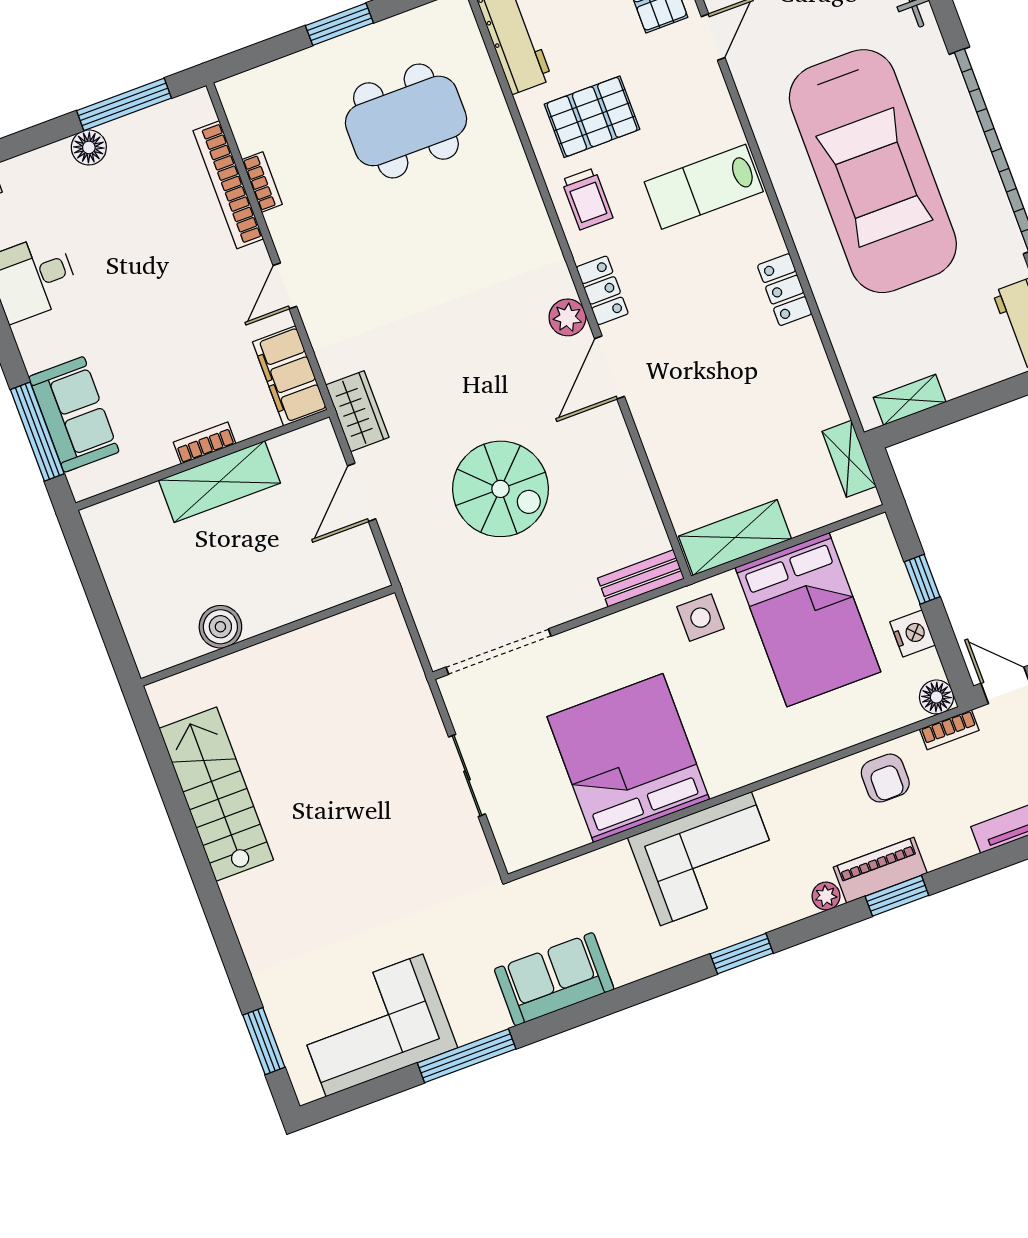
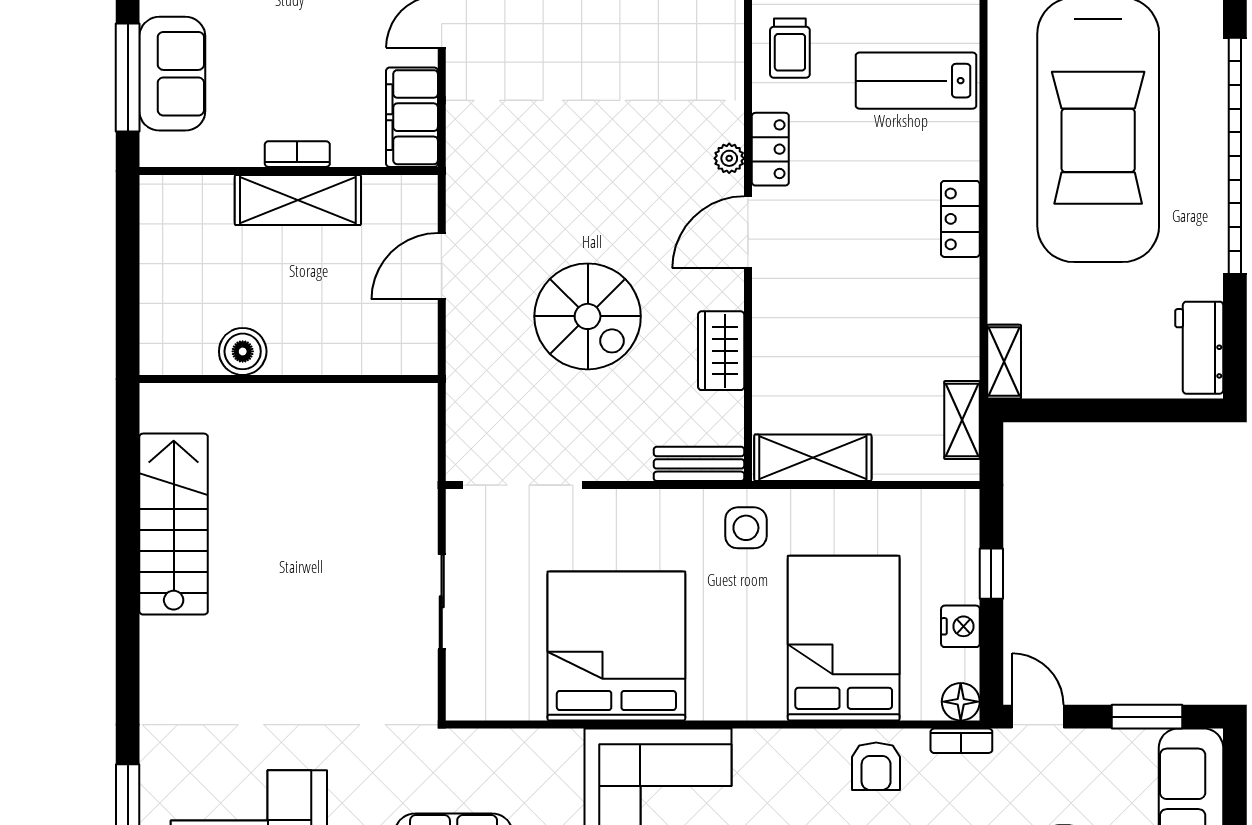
plant: (567, 317) -> (729, 158), width x0.73, depth x0.73
shelving: (910, 400) -> (1004, 362), moved, turned 90
wardrobe: (357, 411) -> (721, 351), moved, turned 180
bed: (808, 620) -> (844, 638), moved, turned 180

